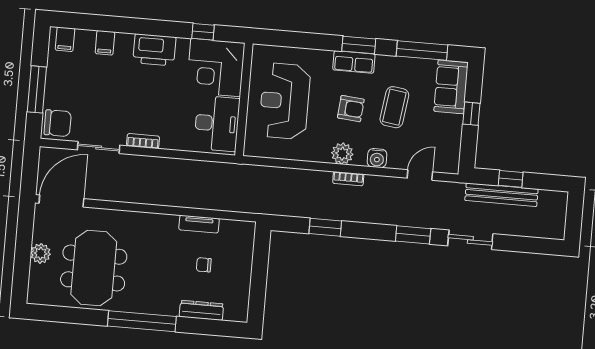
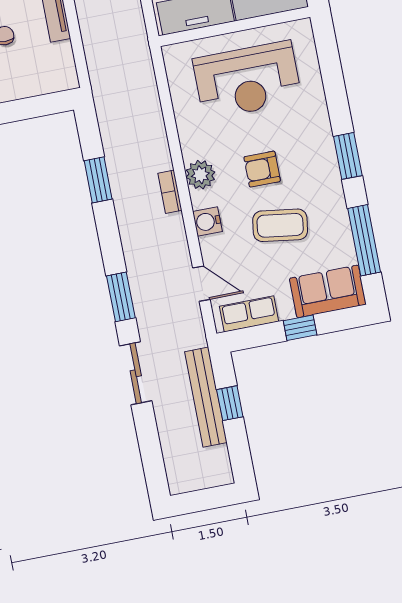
row of seats: (354, 62) -> (249, 314), moved, turned 90
reception desk: (285, 101) -> (247, 80), turned 180
armchair: (351, 109) -> (262, 169), turned 85

